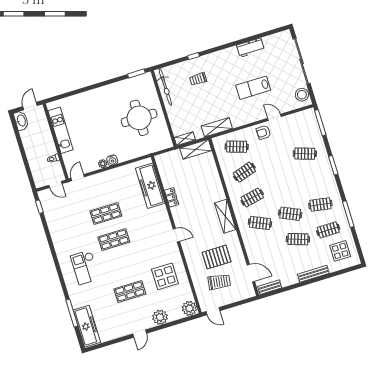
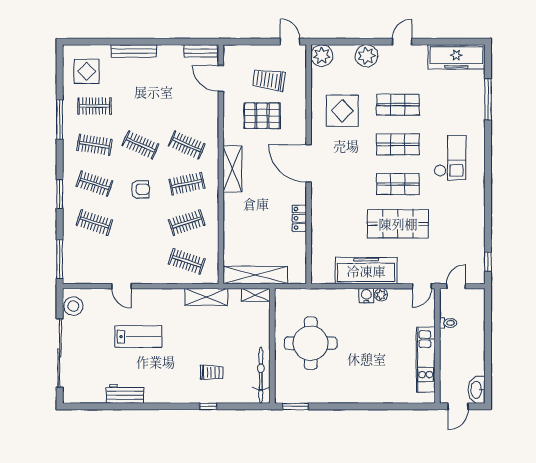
armchair: (264, 132) -> (140, 189), moved
shelving: (196, 149) -> (255, 275), width x1.47
door: (55, 184) -> (456, 286), hinge flipped
freezer: (150, 186) -> (366, 271), moved, turned -90
shop shelf: (106, 214) -> (398, 224), width x1.43, depth x1.36
door: (176, 235) -> (309, 163), width x1.87
clothes rail: (298, 239) -> (94, 184), moved
shop shelf: (122, 265) -> (398, 144), added
freezer: (87, 326) -> (456, 57), moved, turned -90

